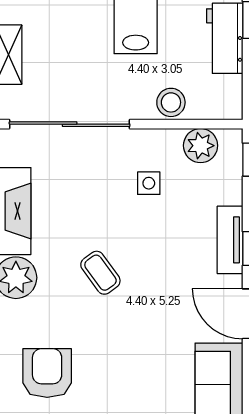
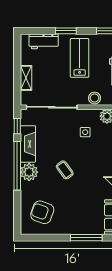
armchair: (47, 373) -> (42, 212), turned -70

